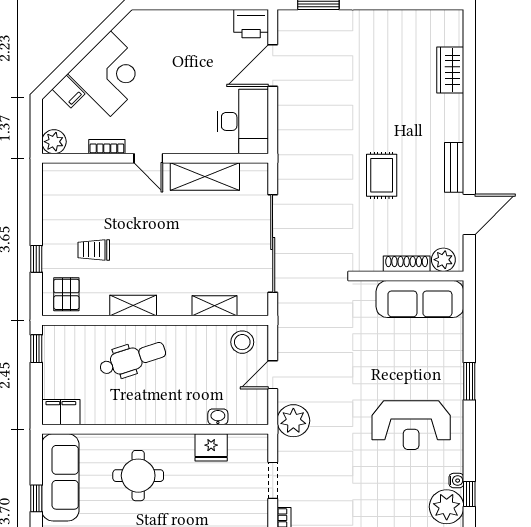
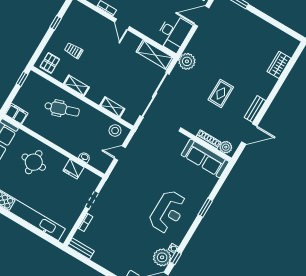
shelving: (205, 177) -> (155, 55), moved
window: (36, 259) -> (56, 23), moved
plant: (293, 421) -> (187, 61), moved
reception desk: (411, 425) -> (168, 212), turned -90

